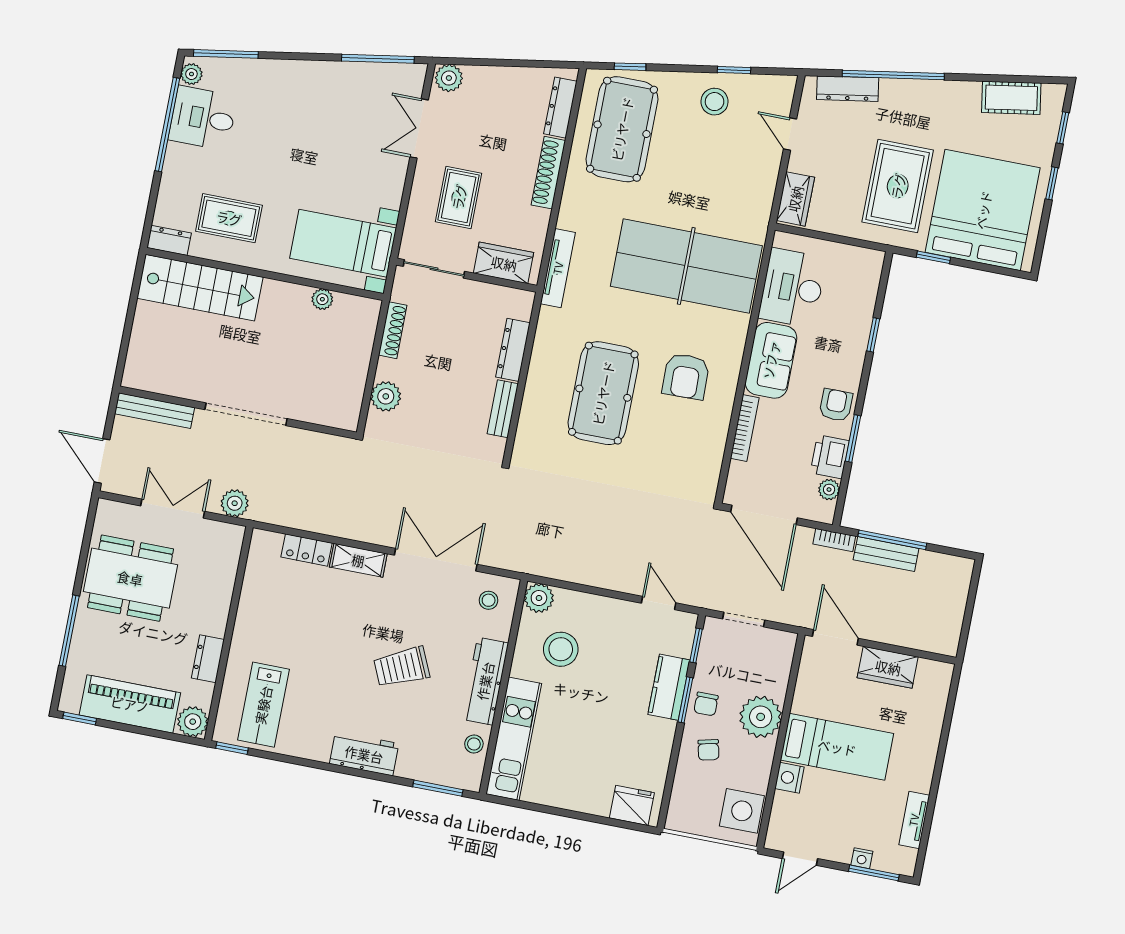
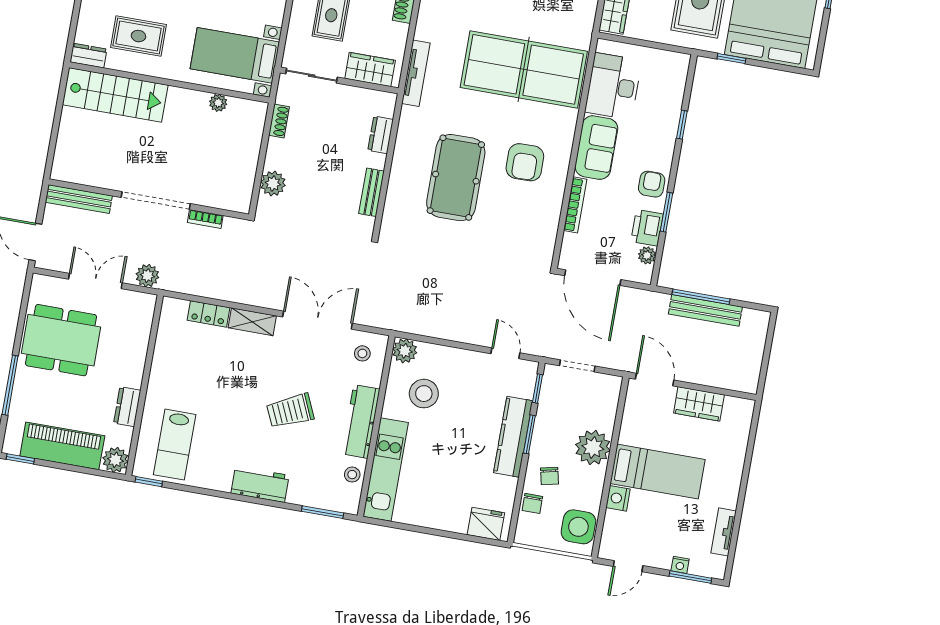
shoe rack: (393, 330) -> (279, 121), width x0.70
dresser: (513, 350) -> (381, 135), width x0.70
bookcase: (834, 540) -> (205, 219), moved
bench: (886, 554) -> (705, 310), width x1.36
kitchen counter: (669, 687) -> (513, 437), width x1.50
chair: (706, 704) -> (532, 503), moved

